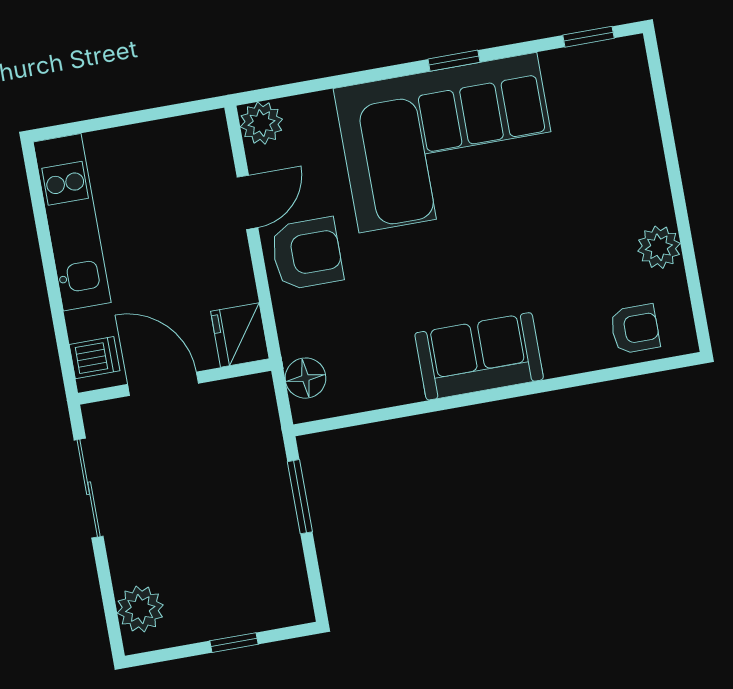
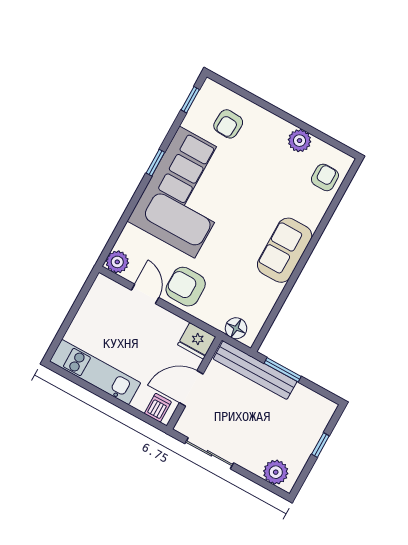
armchair: (598, 122) -> (228, 124), added
armchair: (307, 254) -> (186, 287), turned -90
bench: (266, 456) -> (255, 370), added

